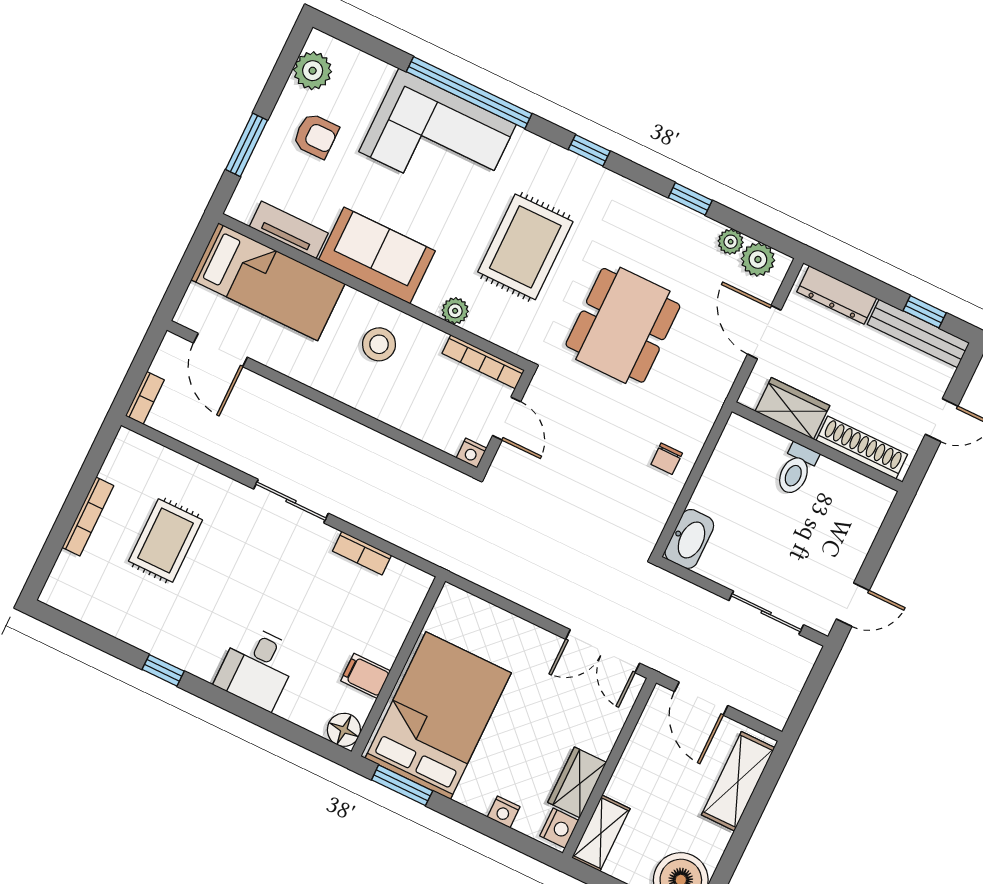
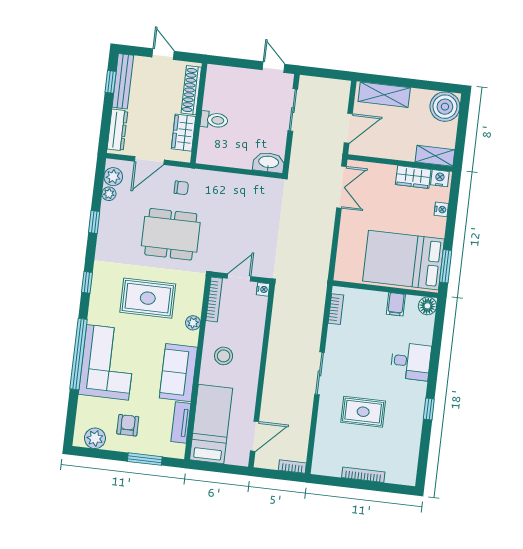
chair: (667, 459) -> (181, 188), moved
rug: (165, 541) -> (363, 412), moved
bookcase: (362, 553) -> (336, 309), moved

